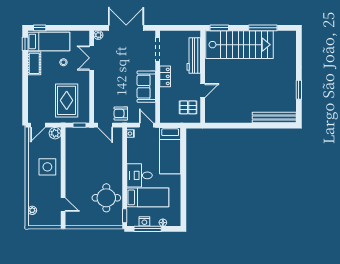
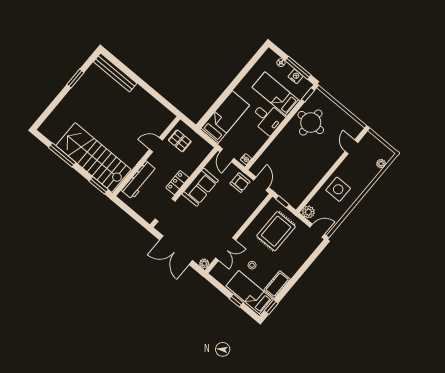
window: (40, 28) -> (236, 301), moved

